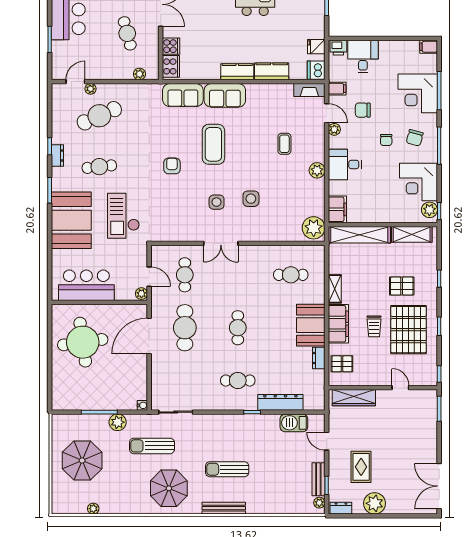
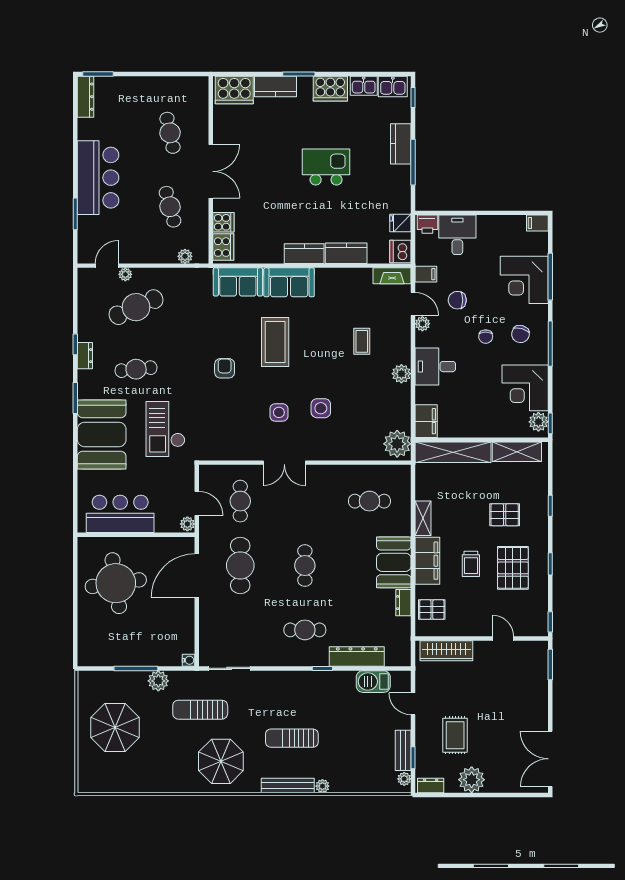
pallet: (409, 330) -> (513, 568), width x0.73, depth x0.71
plant: (93, 509) -> (322, 786), moved

